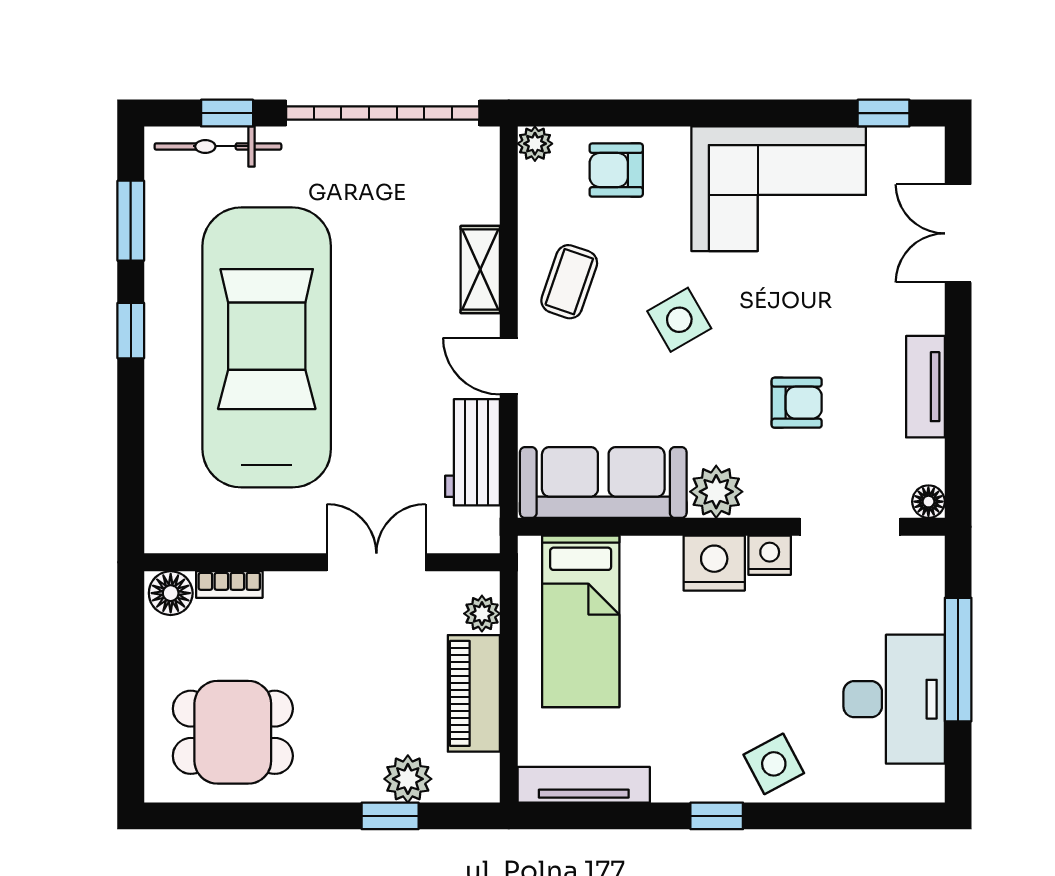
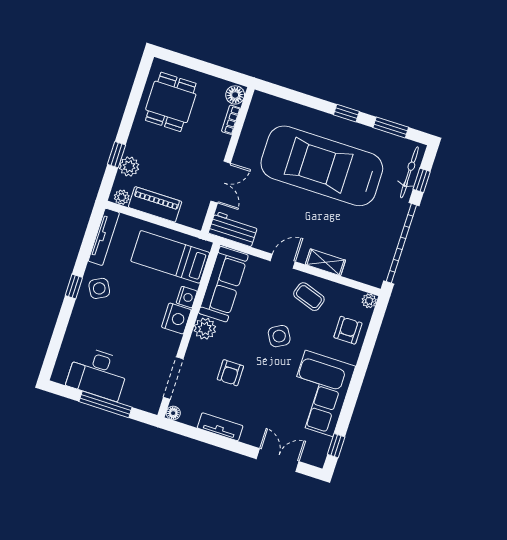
car: (267, 347) -> (322, 166), turned 180
workbench: (473, 452) -> (233, 229), moved
nightstand: (770, 555) -> (187, 297), moved
plant: (482, 614) -> (122, 197), moved
side table: (774, 764) -> (99, 288), moved

